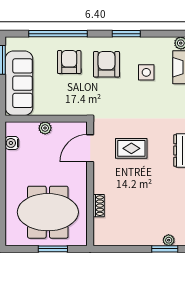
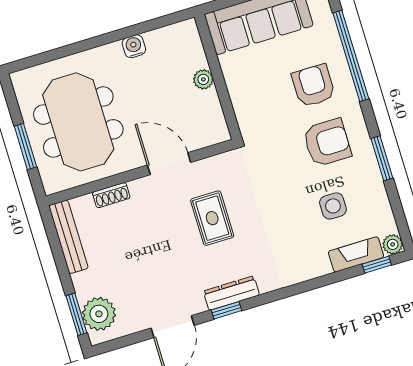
armchair: (69, 62) -> (313, 86), turned -90
water cooler: (12, 143) -> (134, 46), moved
door: (90, 148) -> (169, 164), moved
bench: (116, 240) -> (68, 237), added
plant: (169, 240) -> (99, 314), width x1.87, depth x1.87

